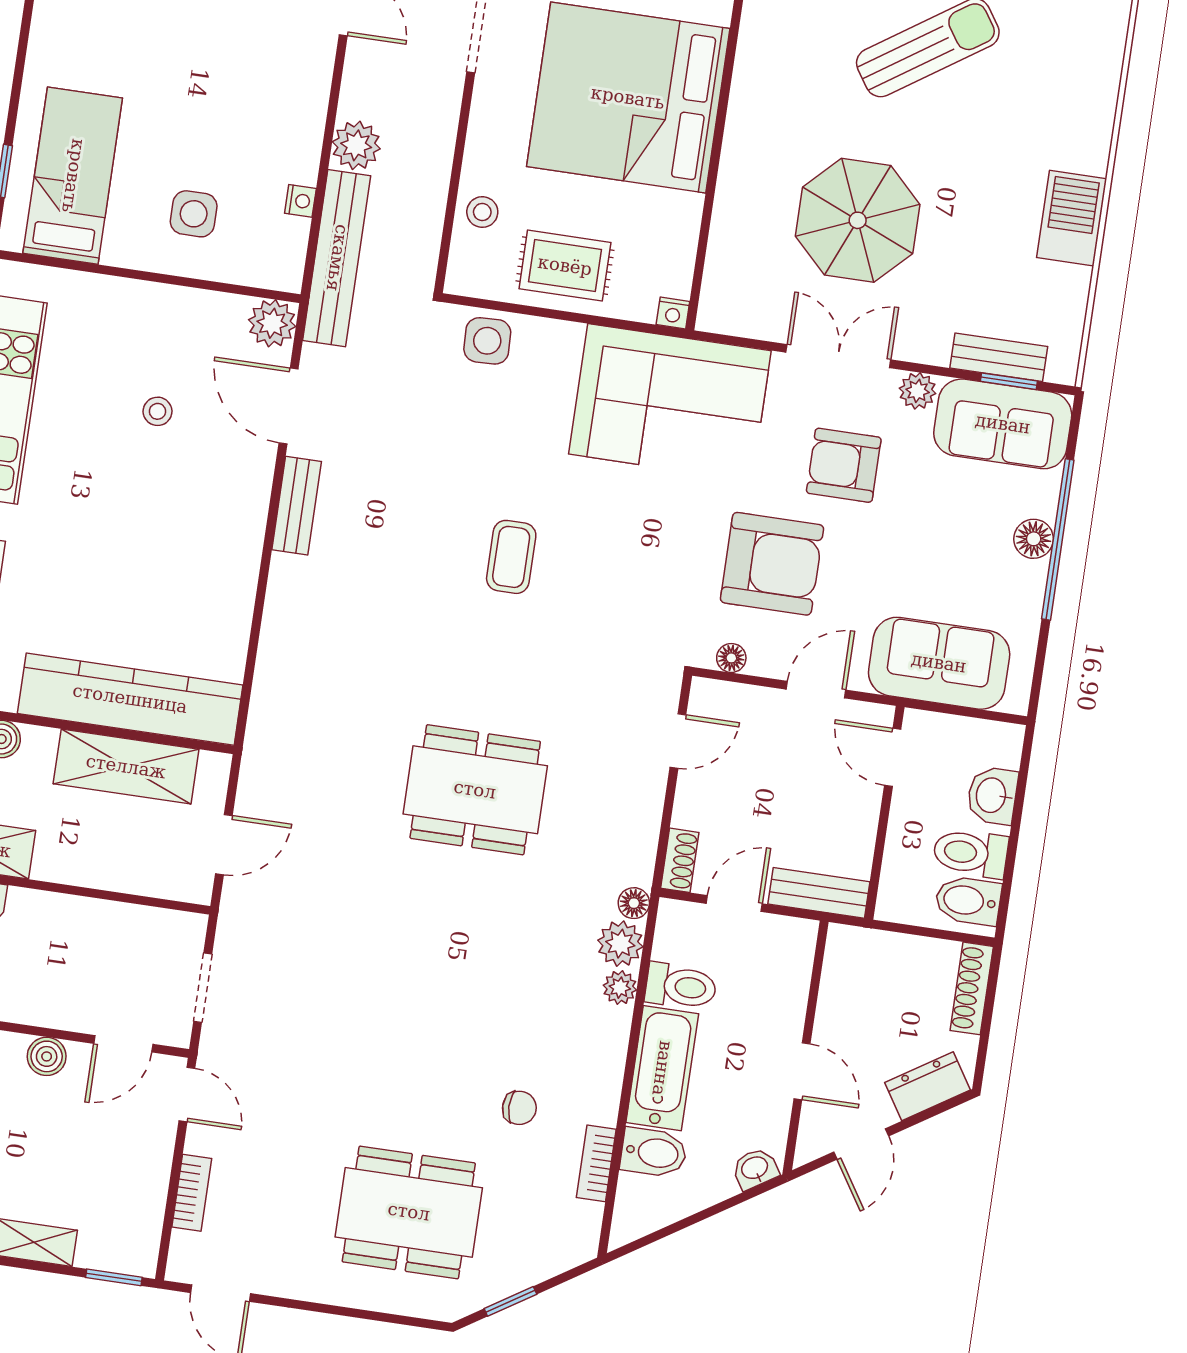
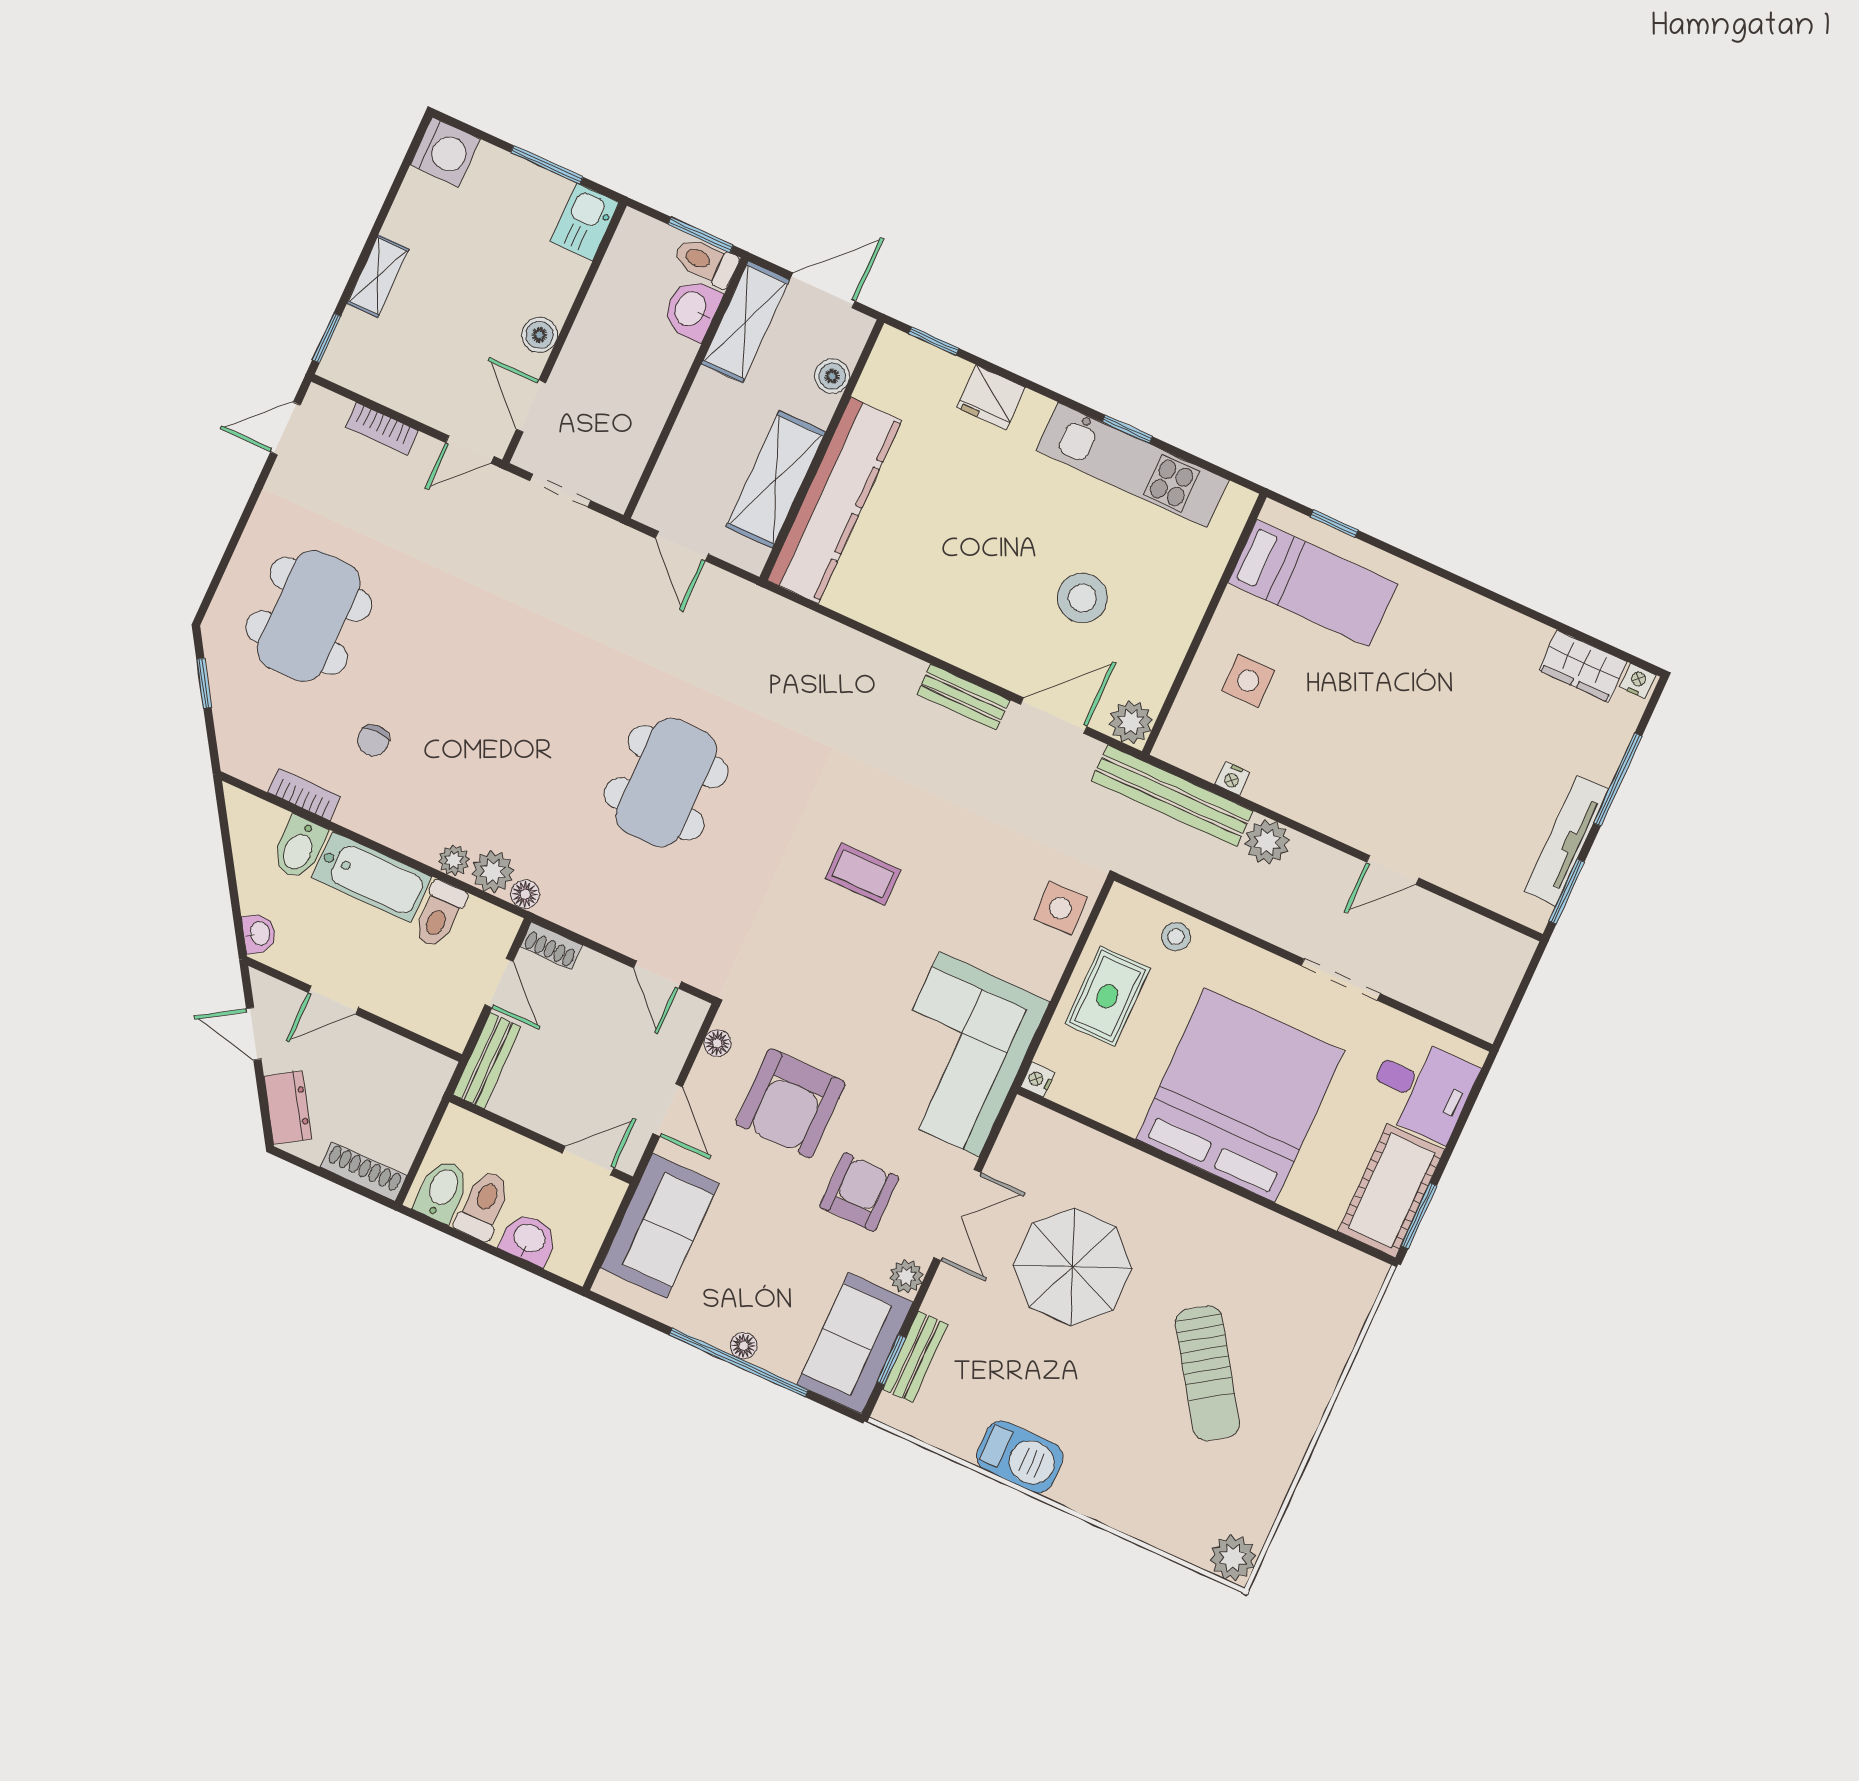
stool: (157, 411) -> (1082, 598), width x1.89, depth x1.89
floor lamp: (1034, 539) -> (744, 1346), width x0.73, depth x0.73

